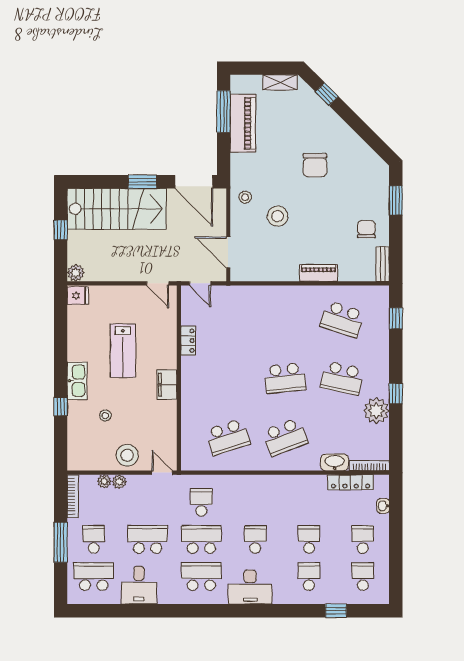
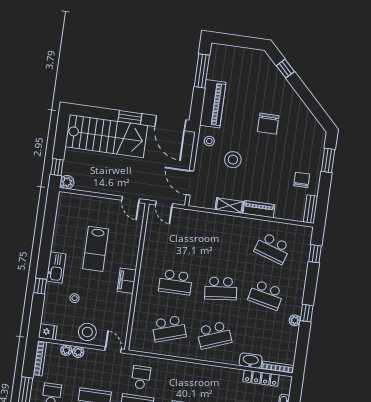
shelving: (280, 82) -> (229, 206), moved
piano: (243, 123) -> (213, 104), moved
window: (61, 230) -> (57, 167), moved
fridge: (78, 296) -> (48, 332), moved
locker: (188, 341) -> (148, 248), removed
school desk: (228, 378) -> (176, 282), added
plant: (376, 411) -> (295, 320), width x0.53, depth x0.53

